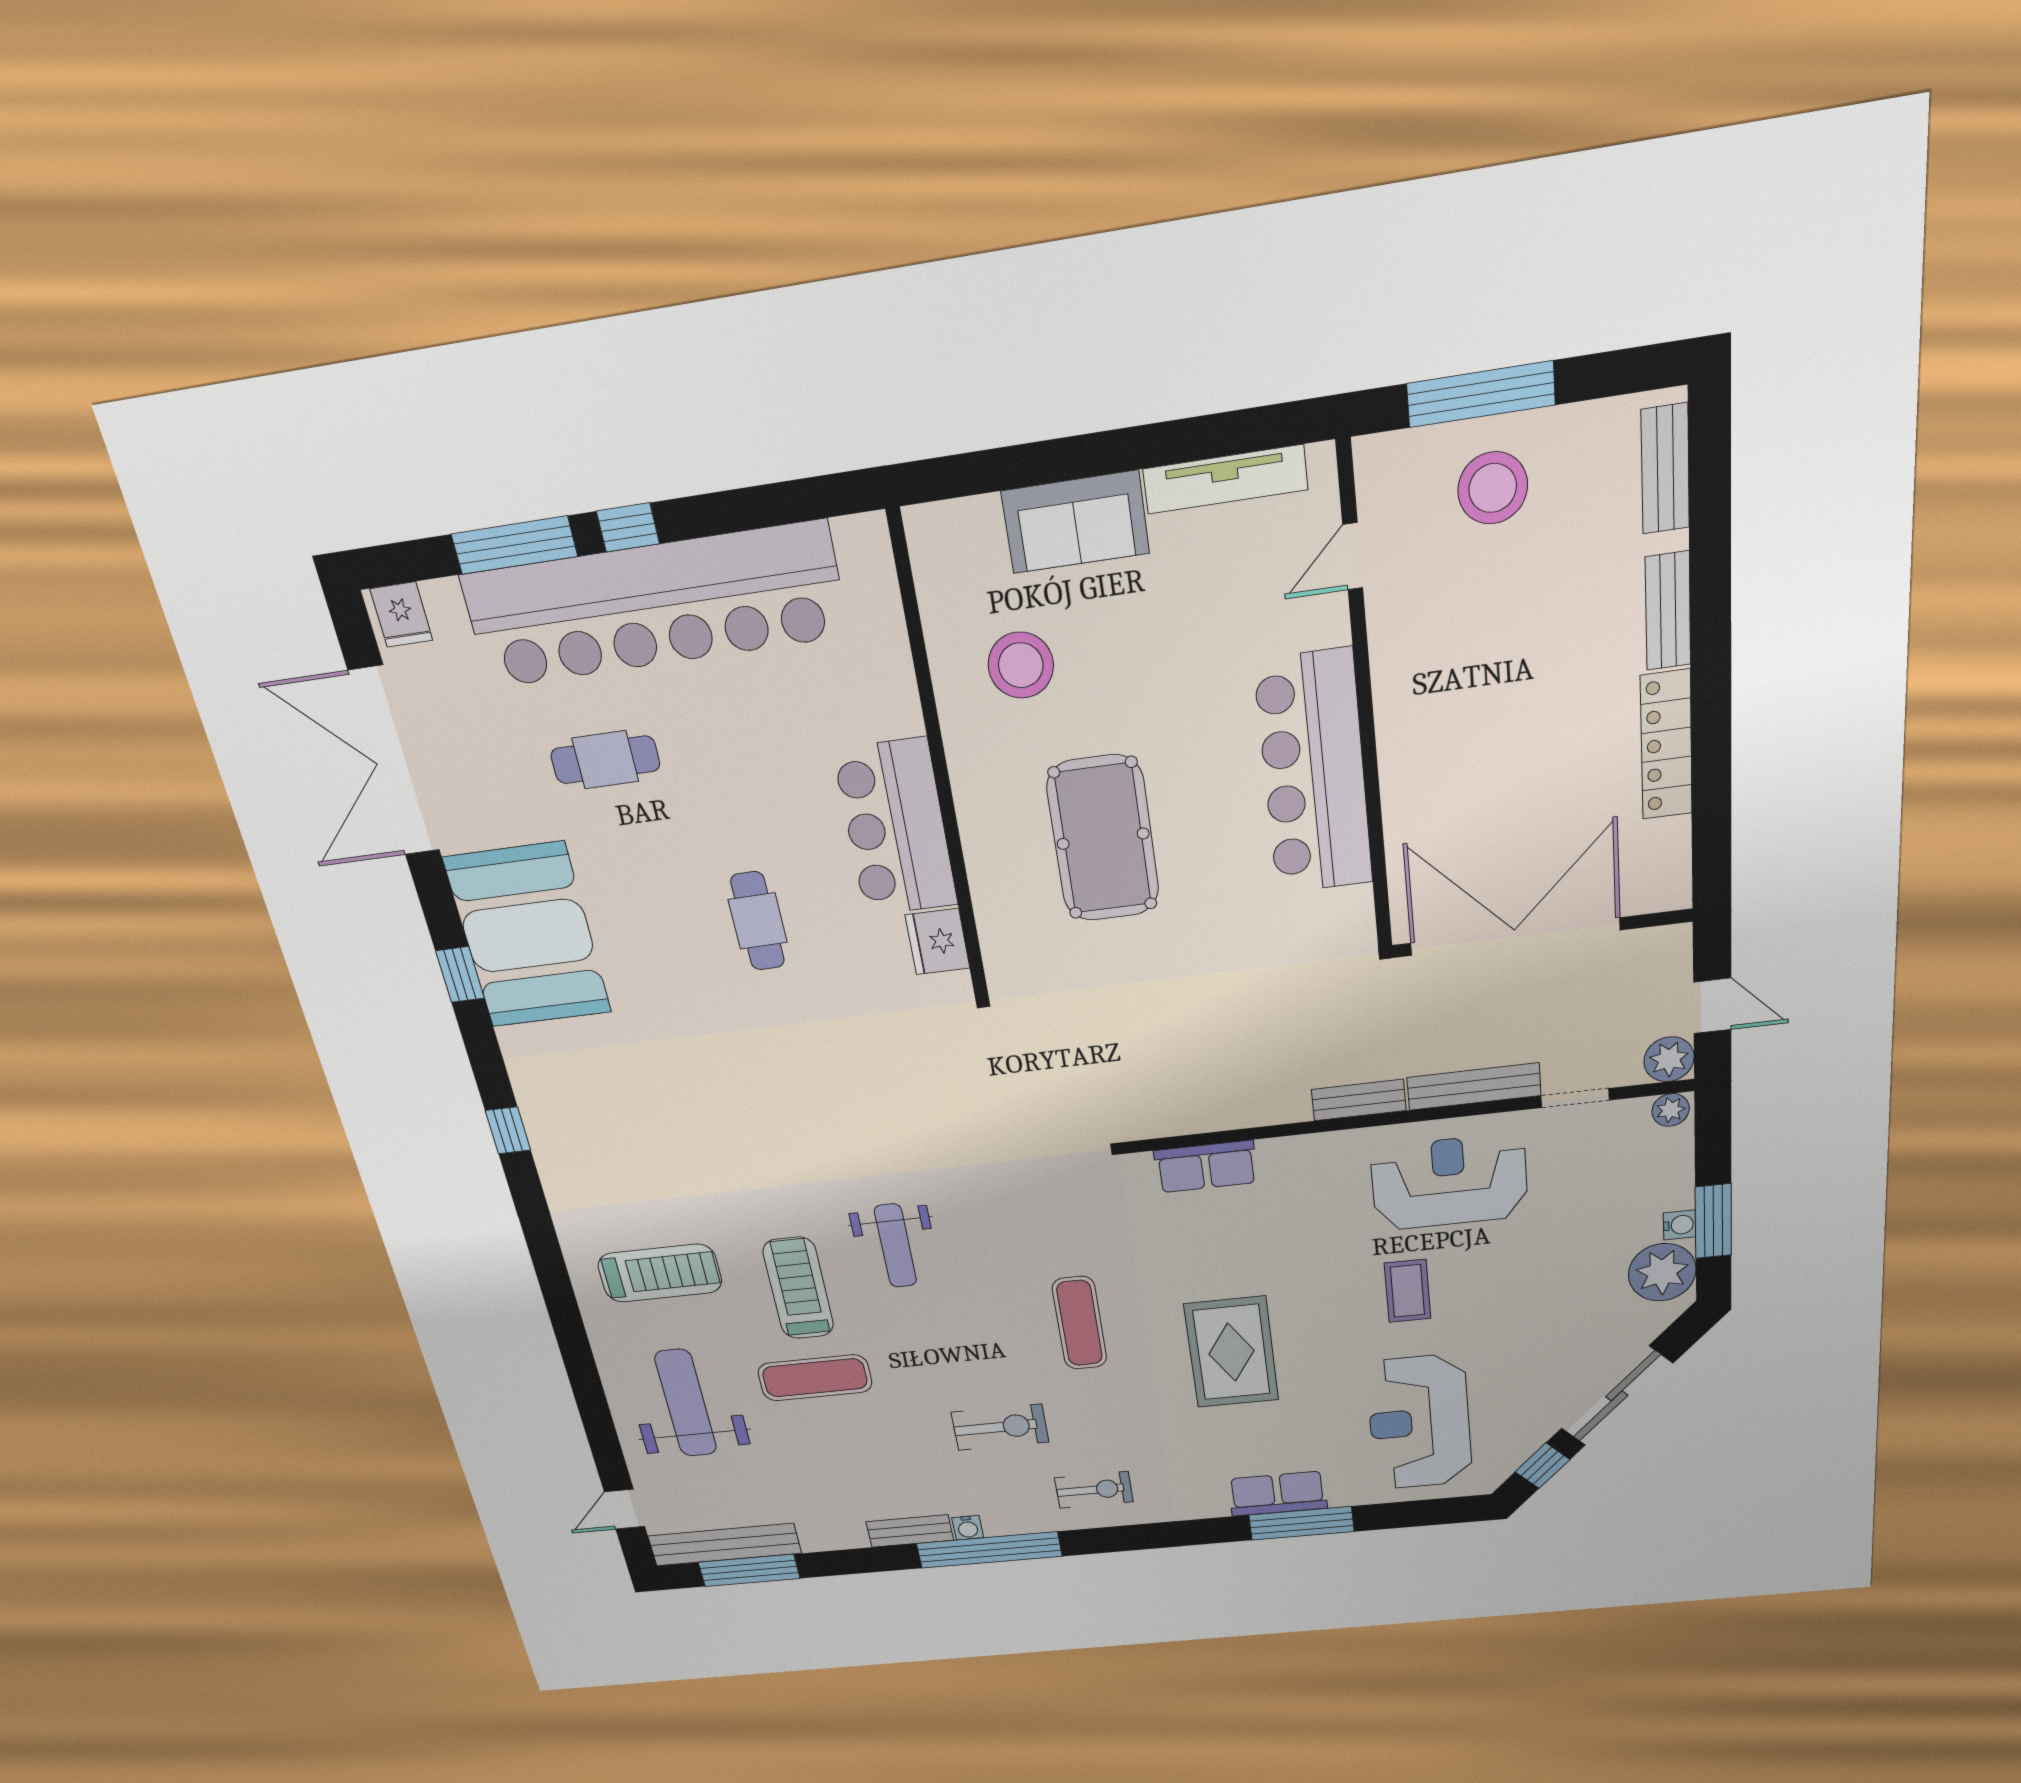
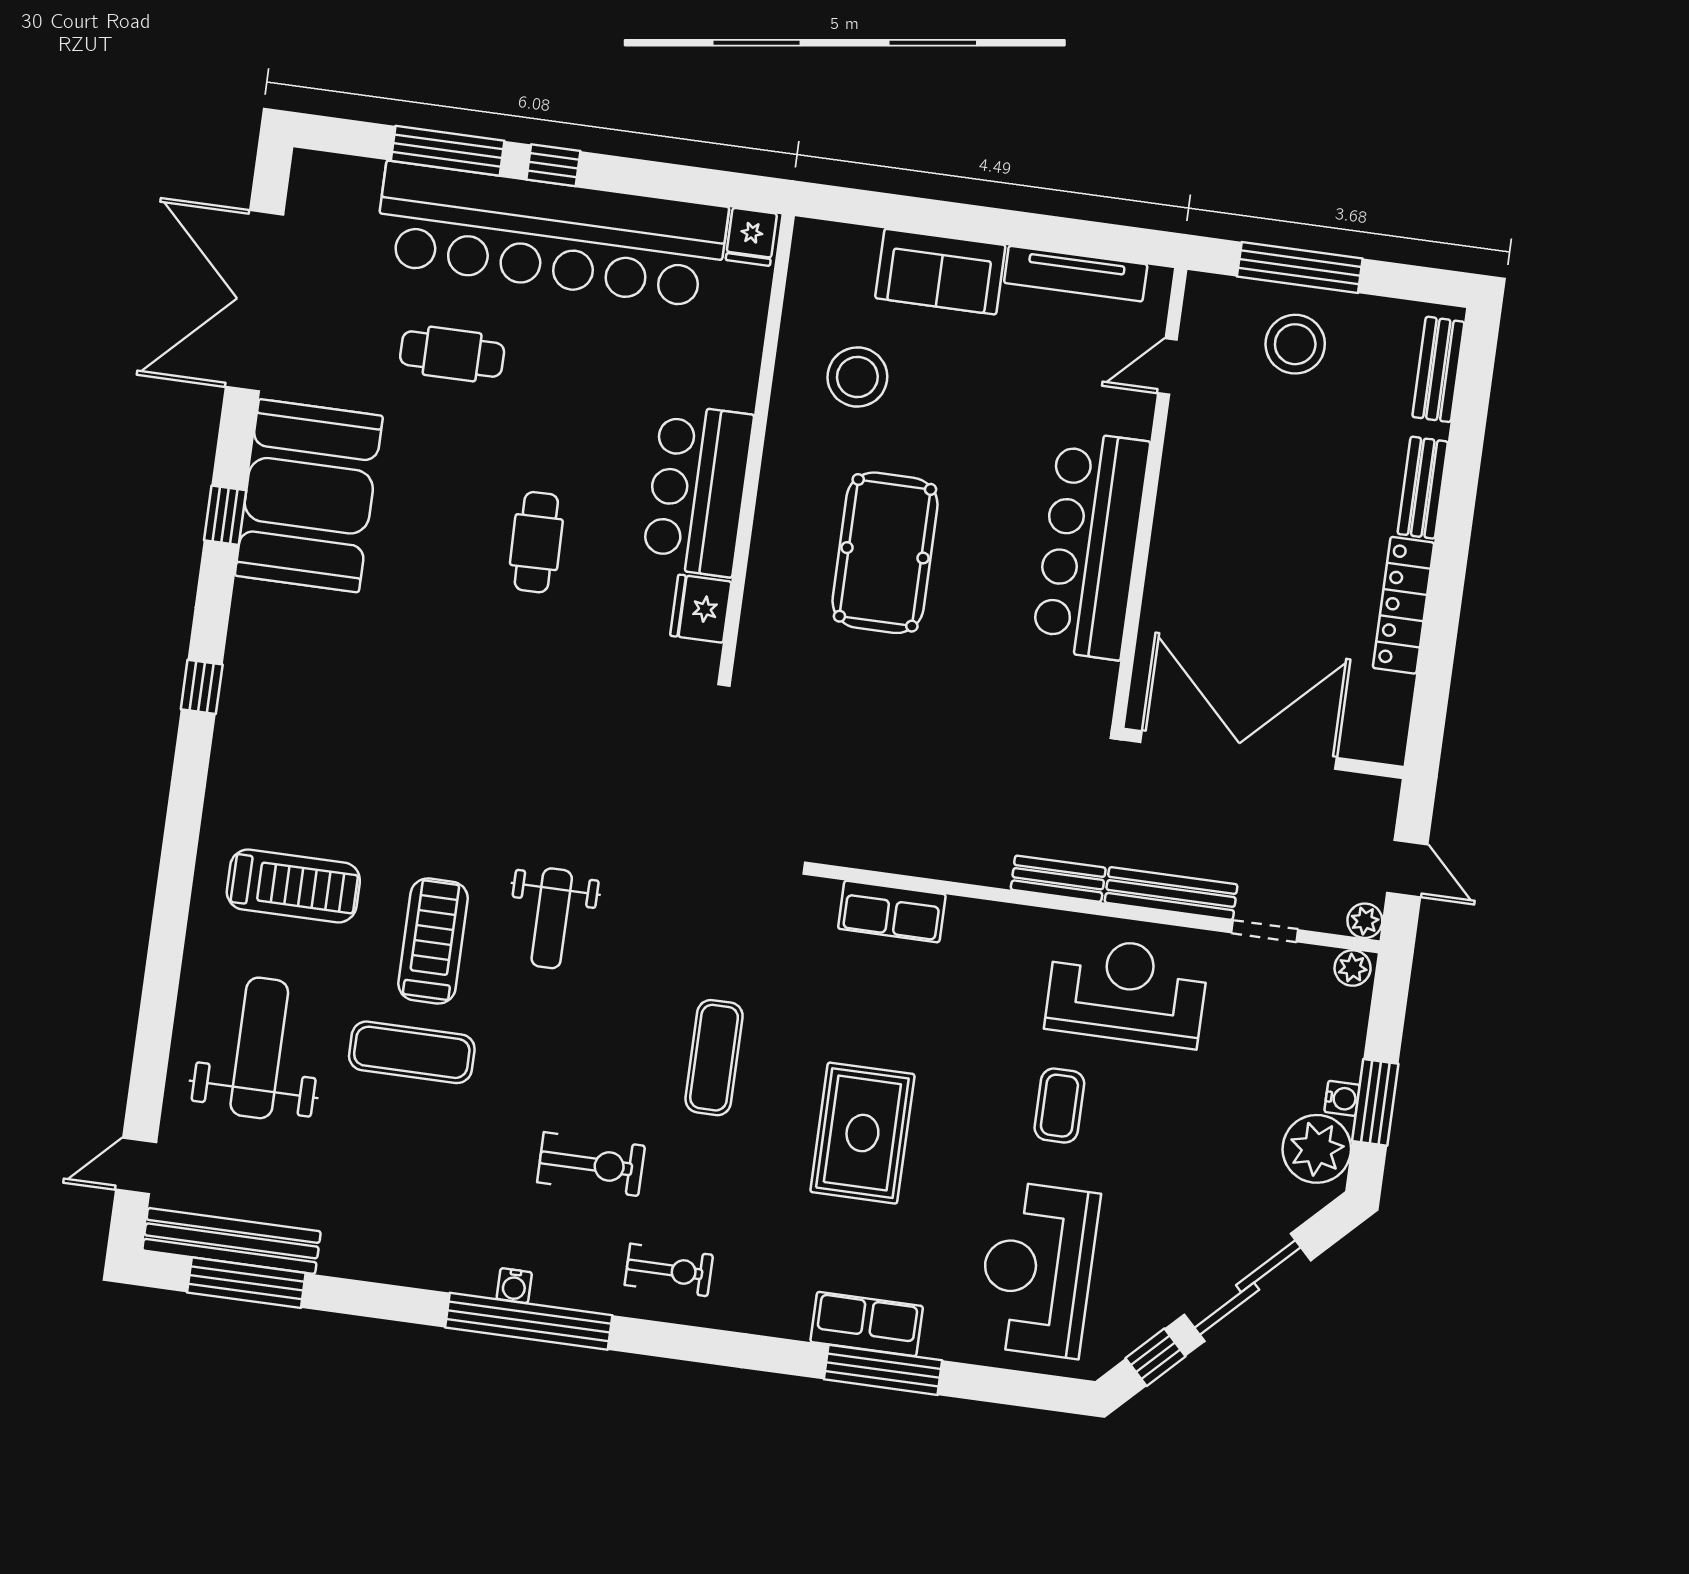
fridge: (401, 615) -> (751, 237), moved
plant: (1669, 1059) -> (1365, 921), width x0.73, depth x0.73
bench: (910, 1531) -> (448, 1274), removed

